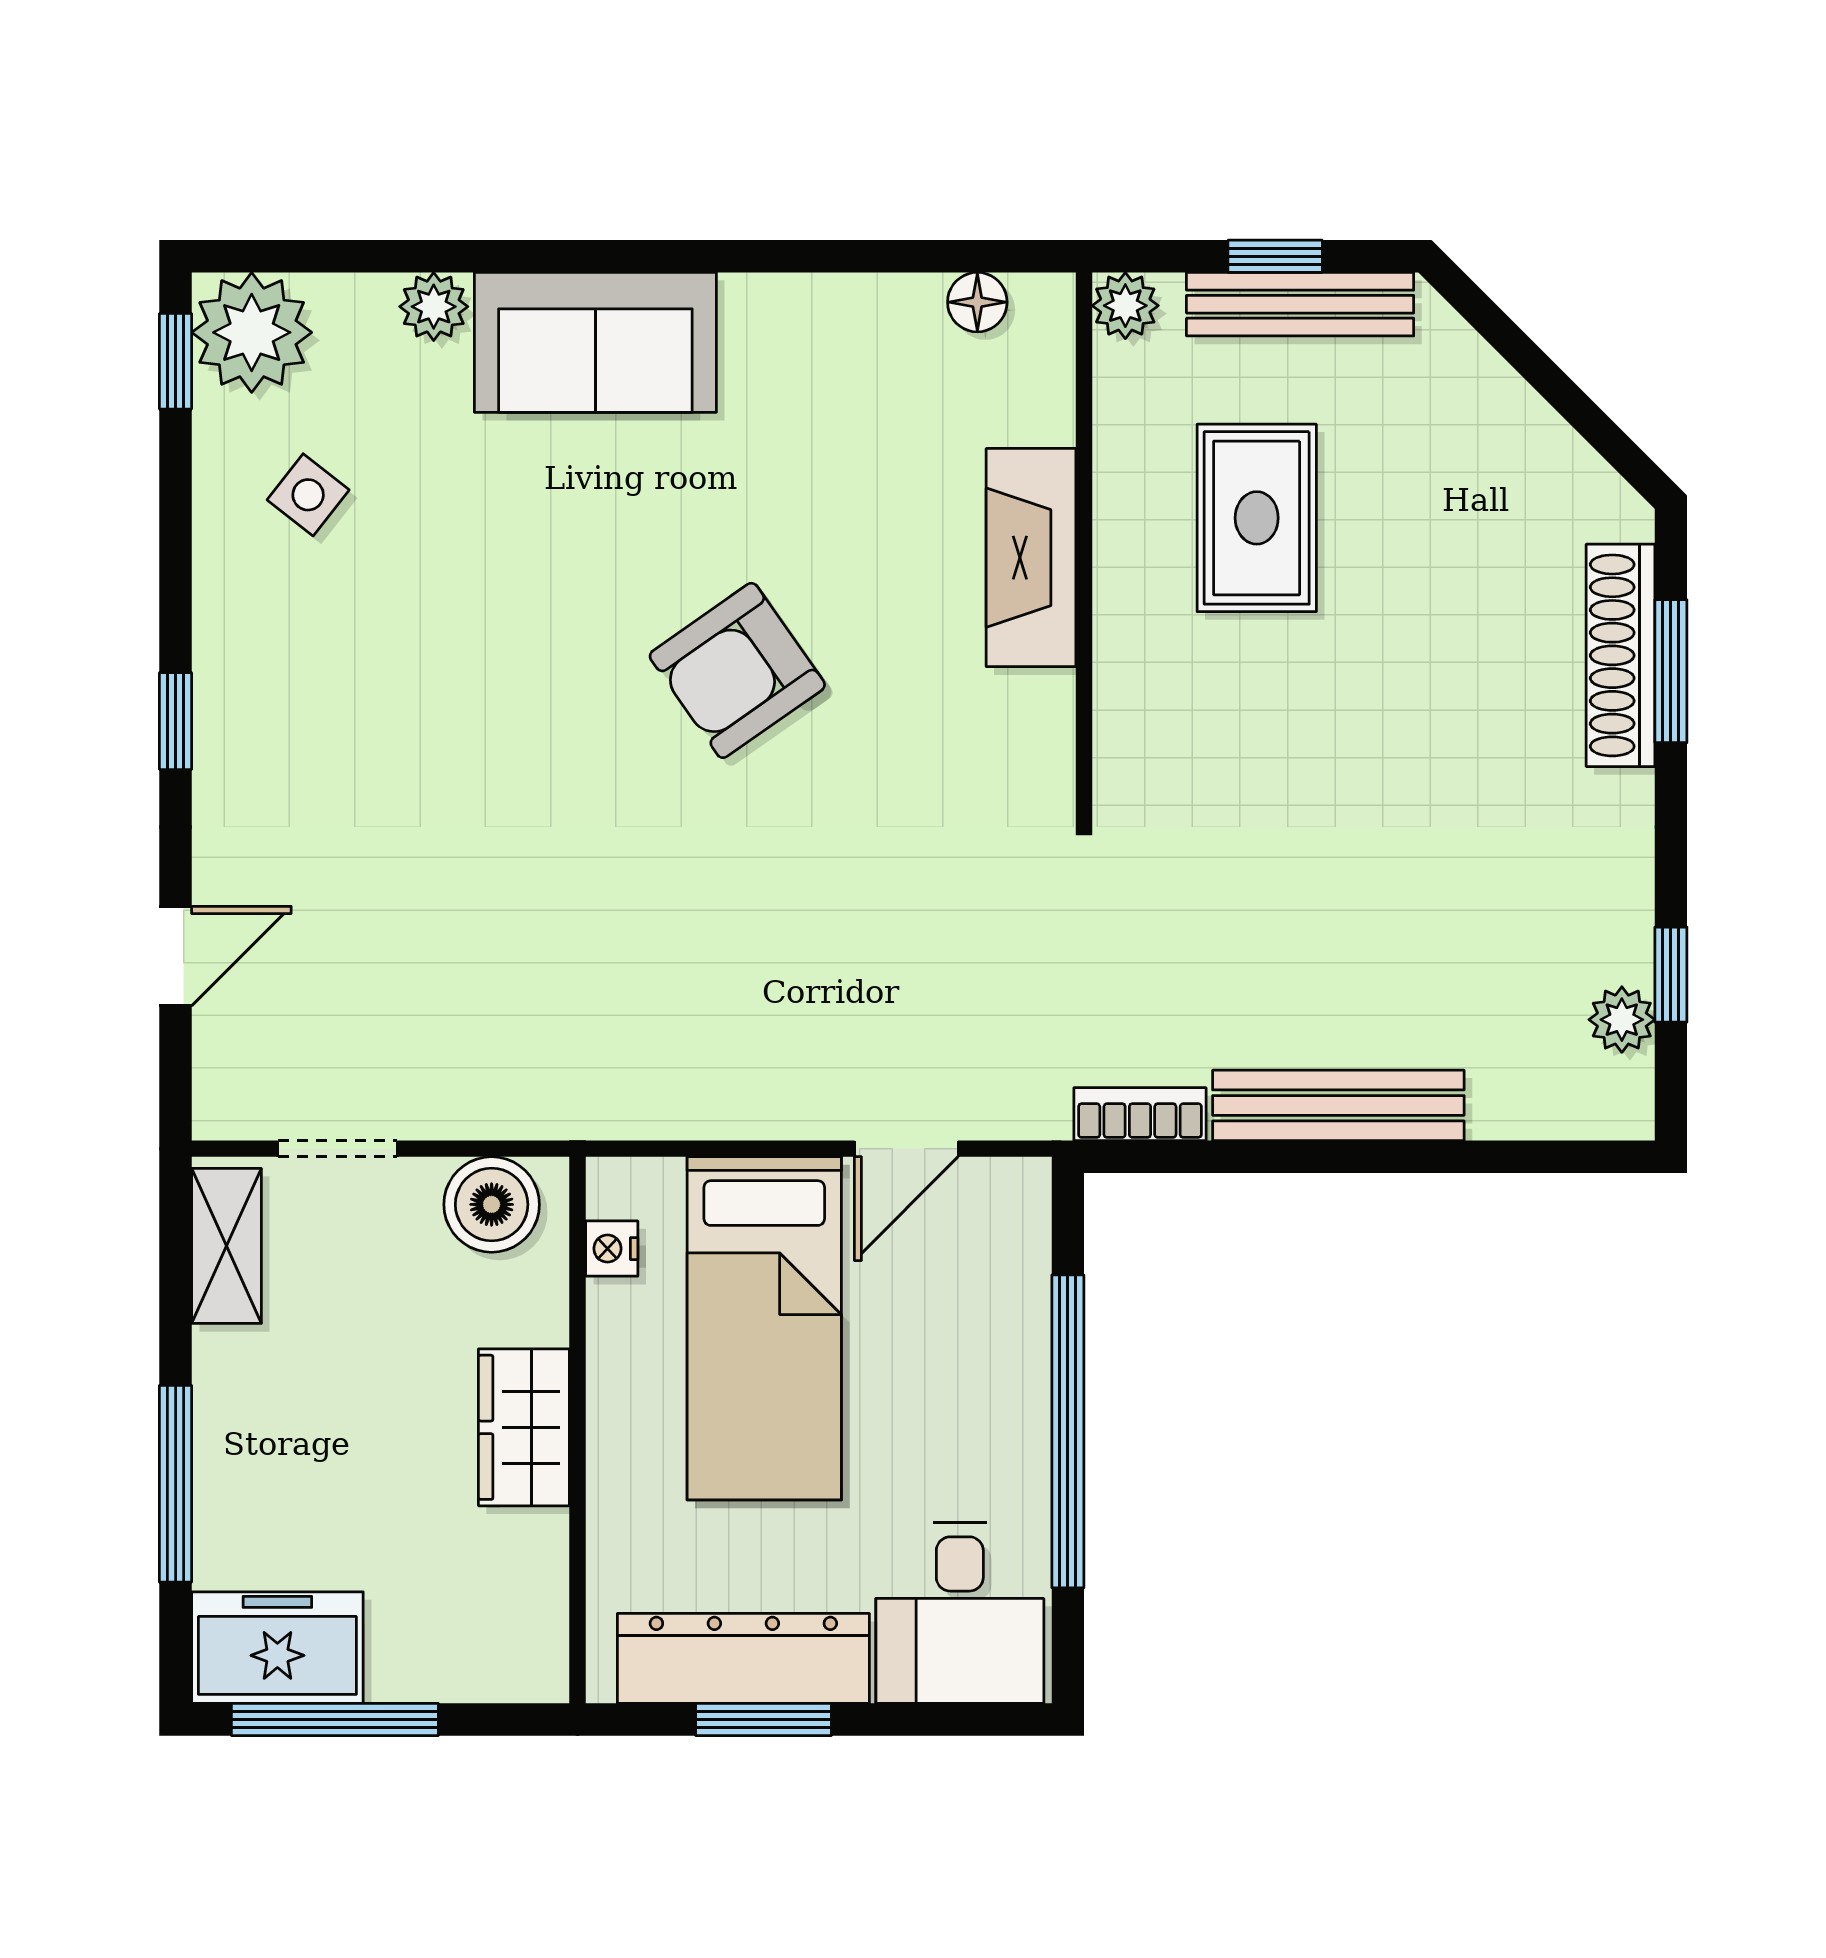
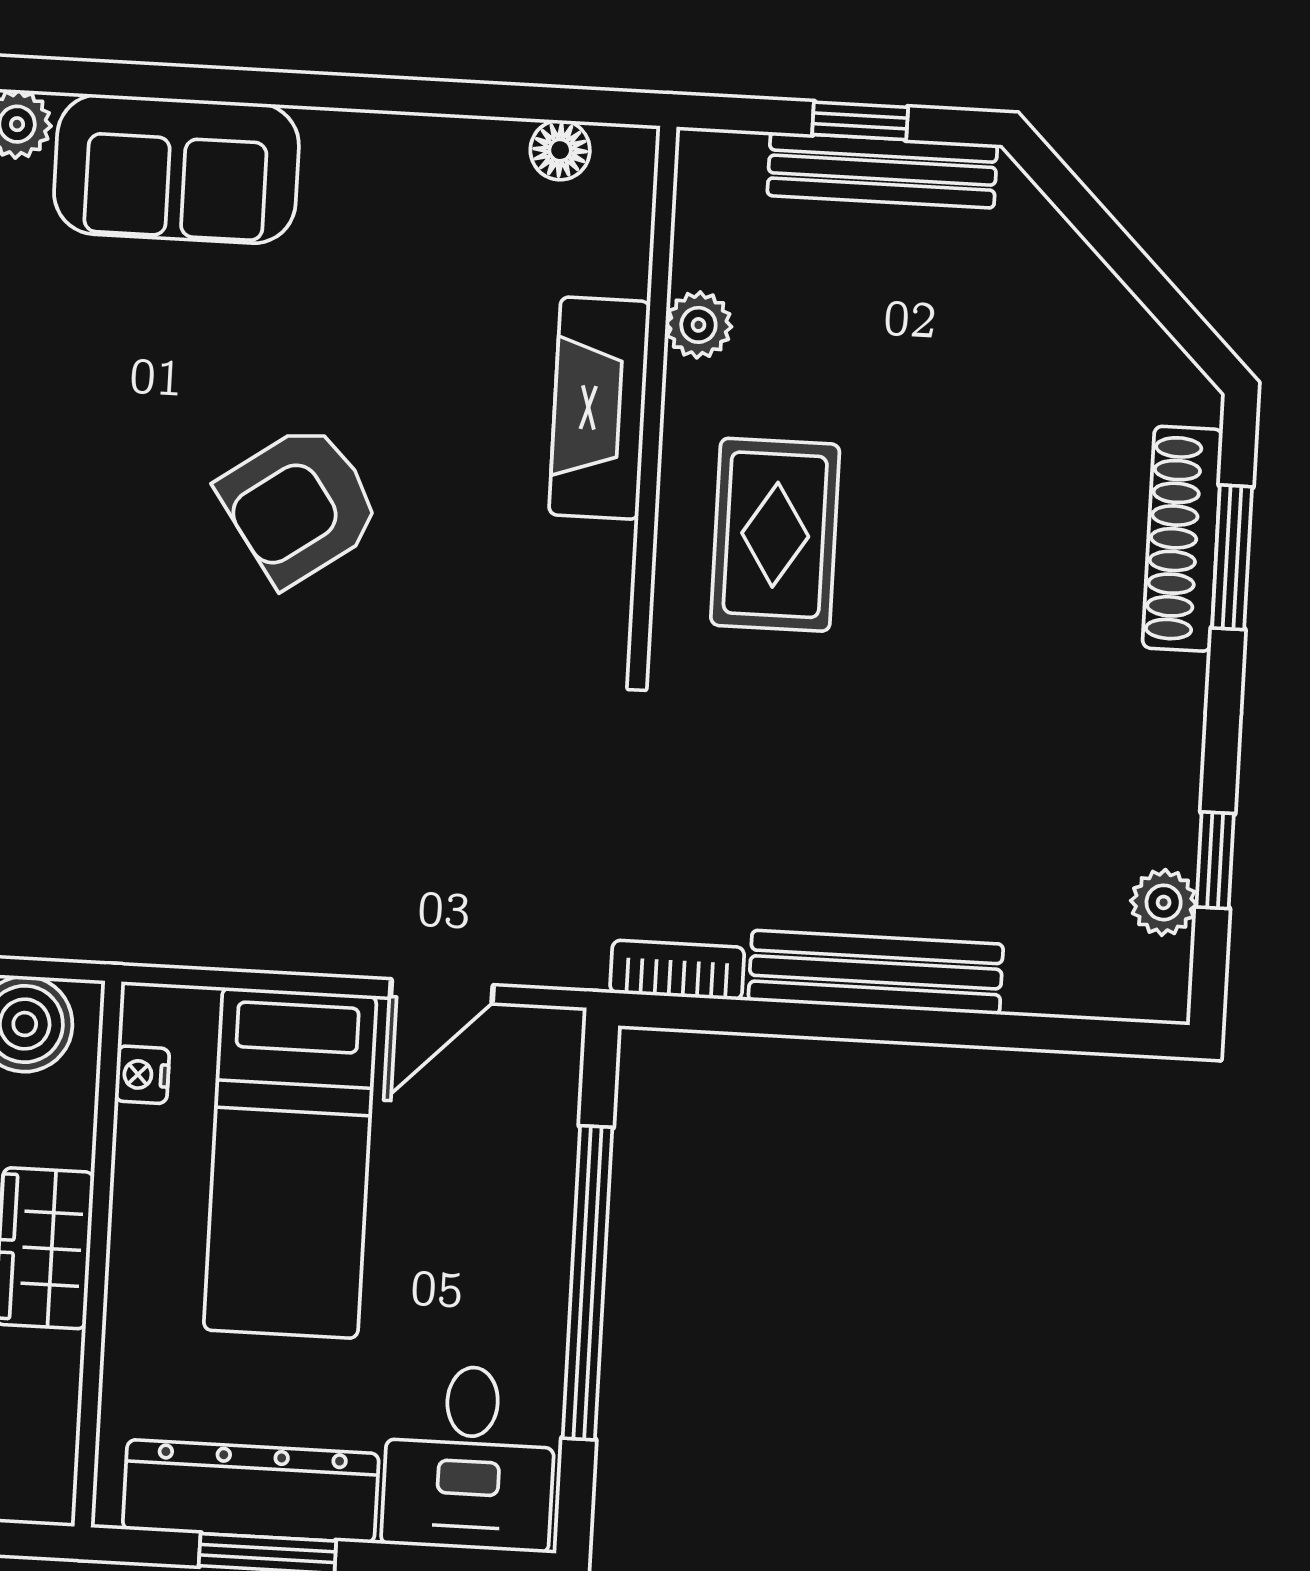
plant: (1125, 306) -> (698, 325), moved
rug: (1257, 518) -> (775, 535), moved

